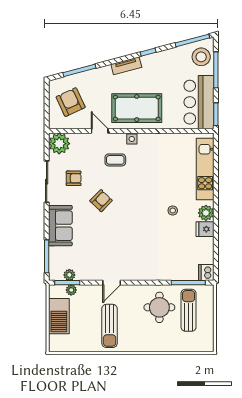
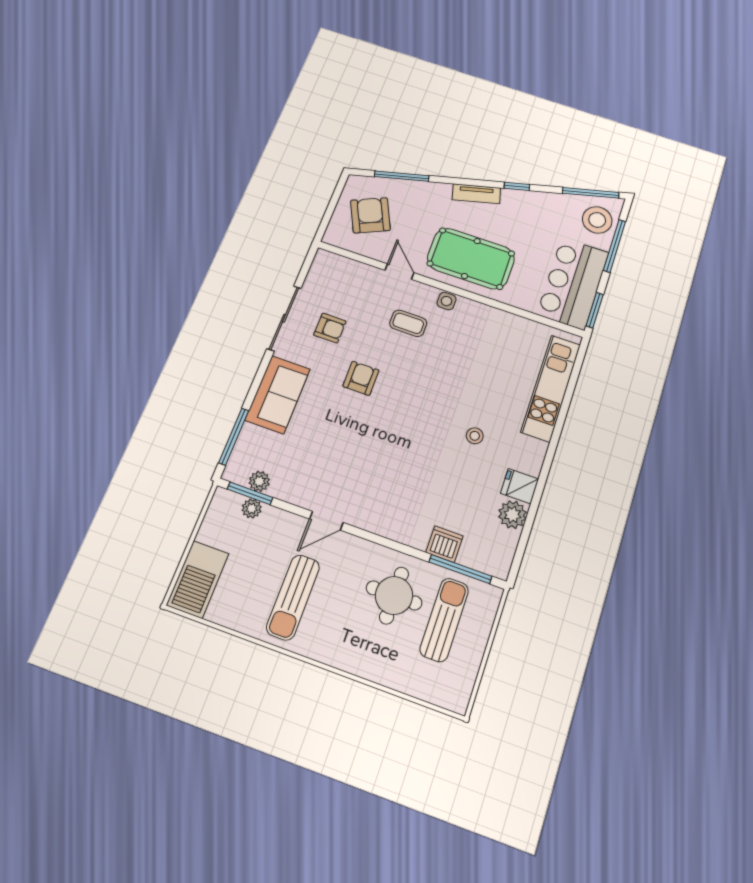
plant: (59, 144) -> (328, 268), removed
armchair: (101, 201) -> (361, 378), turned -44
plant: (206, 213) -> (512, 515), moved
dishwasher: (206, 272) -> (444, 544), moved, turned 90
barbecue: (59, 316) -> (198, 579), moved

